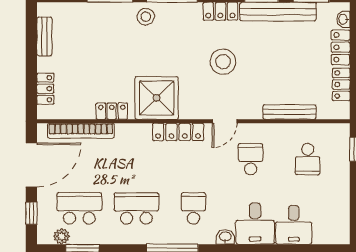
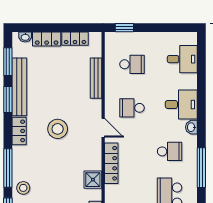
shower: (157, 98) -> (93, 180), width x0.54, depth x0.54
school desk: (193, 208) -> (170, 151), turned 180
desk: (294, 225) -> (182, 59), moved

